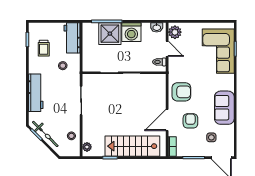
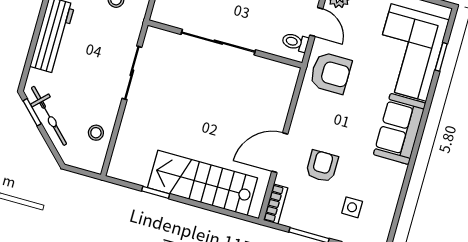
armchair: (181, 92) -> (331, 73), moved
sofa: (224, 108) -> (400, 129), moved
plant: (87, 147) -> (119, 161), removed

